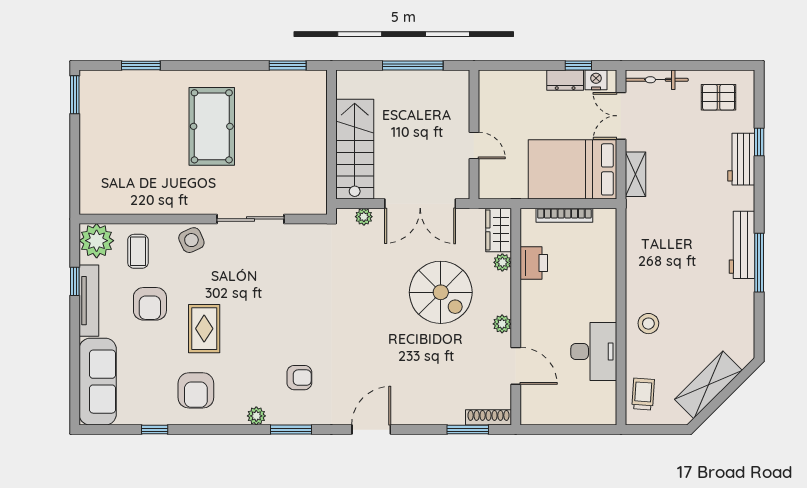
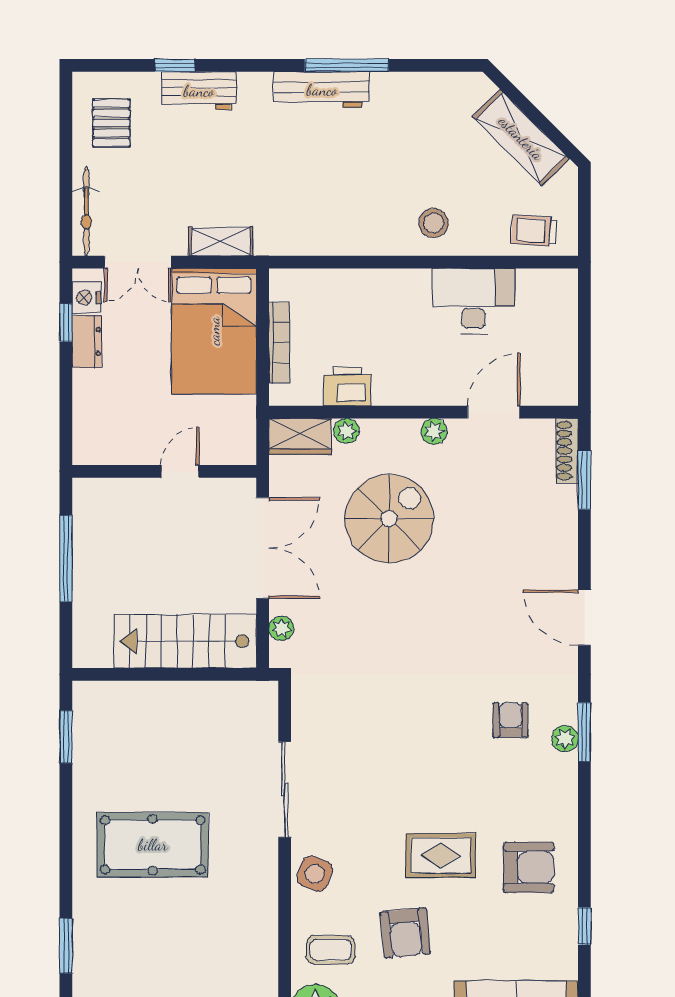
side table: (191, 240) -> (315, 874), turned 45
armchair: (150, 304) -> (405, 933), turned 84
plant: (256, 416) -> (565, 739), moved

